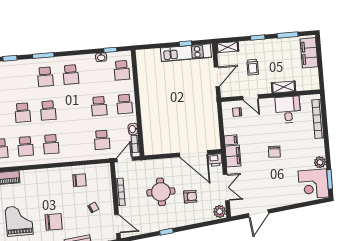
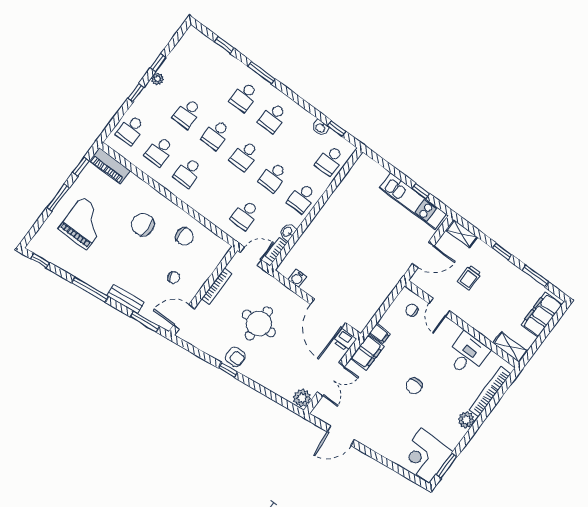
shelving: (284, 87) -> (510, 347), moved
school desk: (74, 108) -> (245, 156), added
water cooler: (160, 149) -> (297, 278), added
plant: (320, 162) -> (466, 420), moved
armchair: (190, 197) -> (235, 357), moved
chair: (54, 222) -> (143, 225), moved, turned 180
door: (117, 224) -> (184, 317), swing flipped

